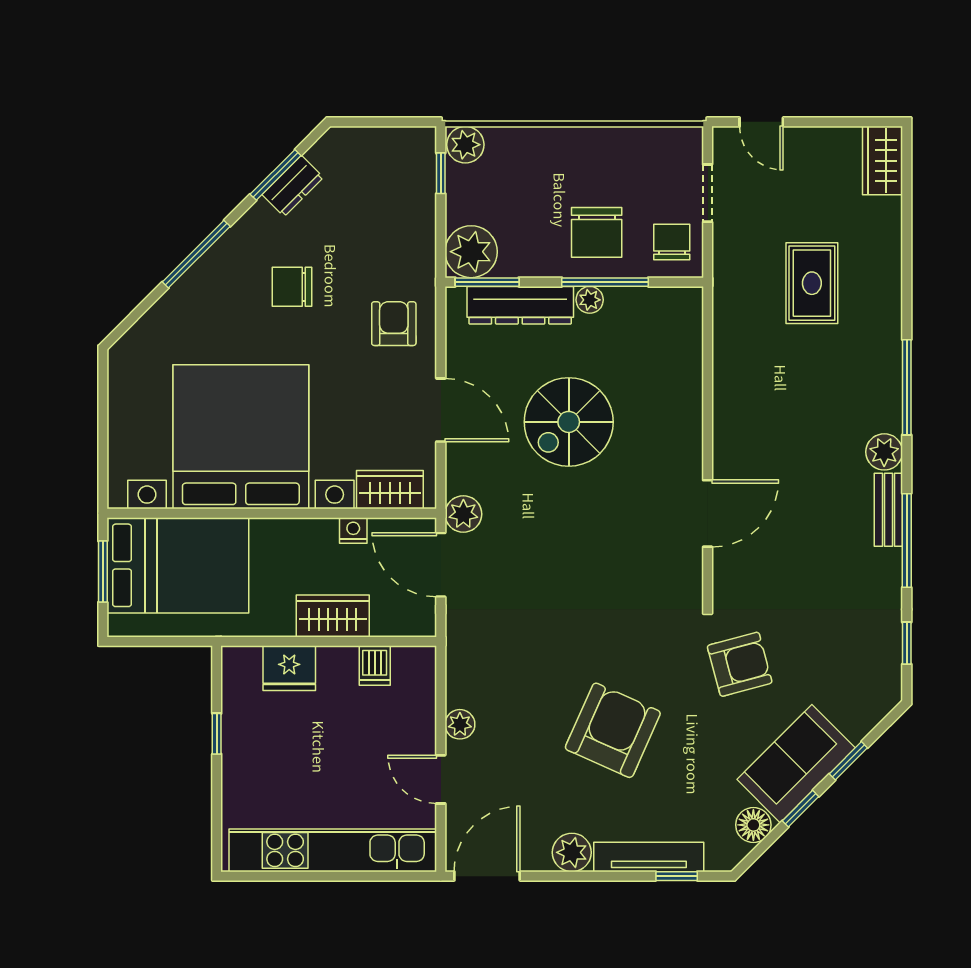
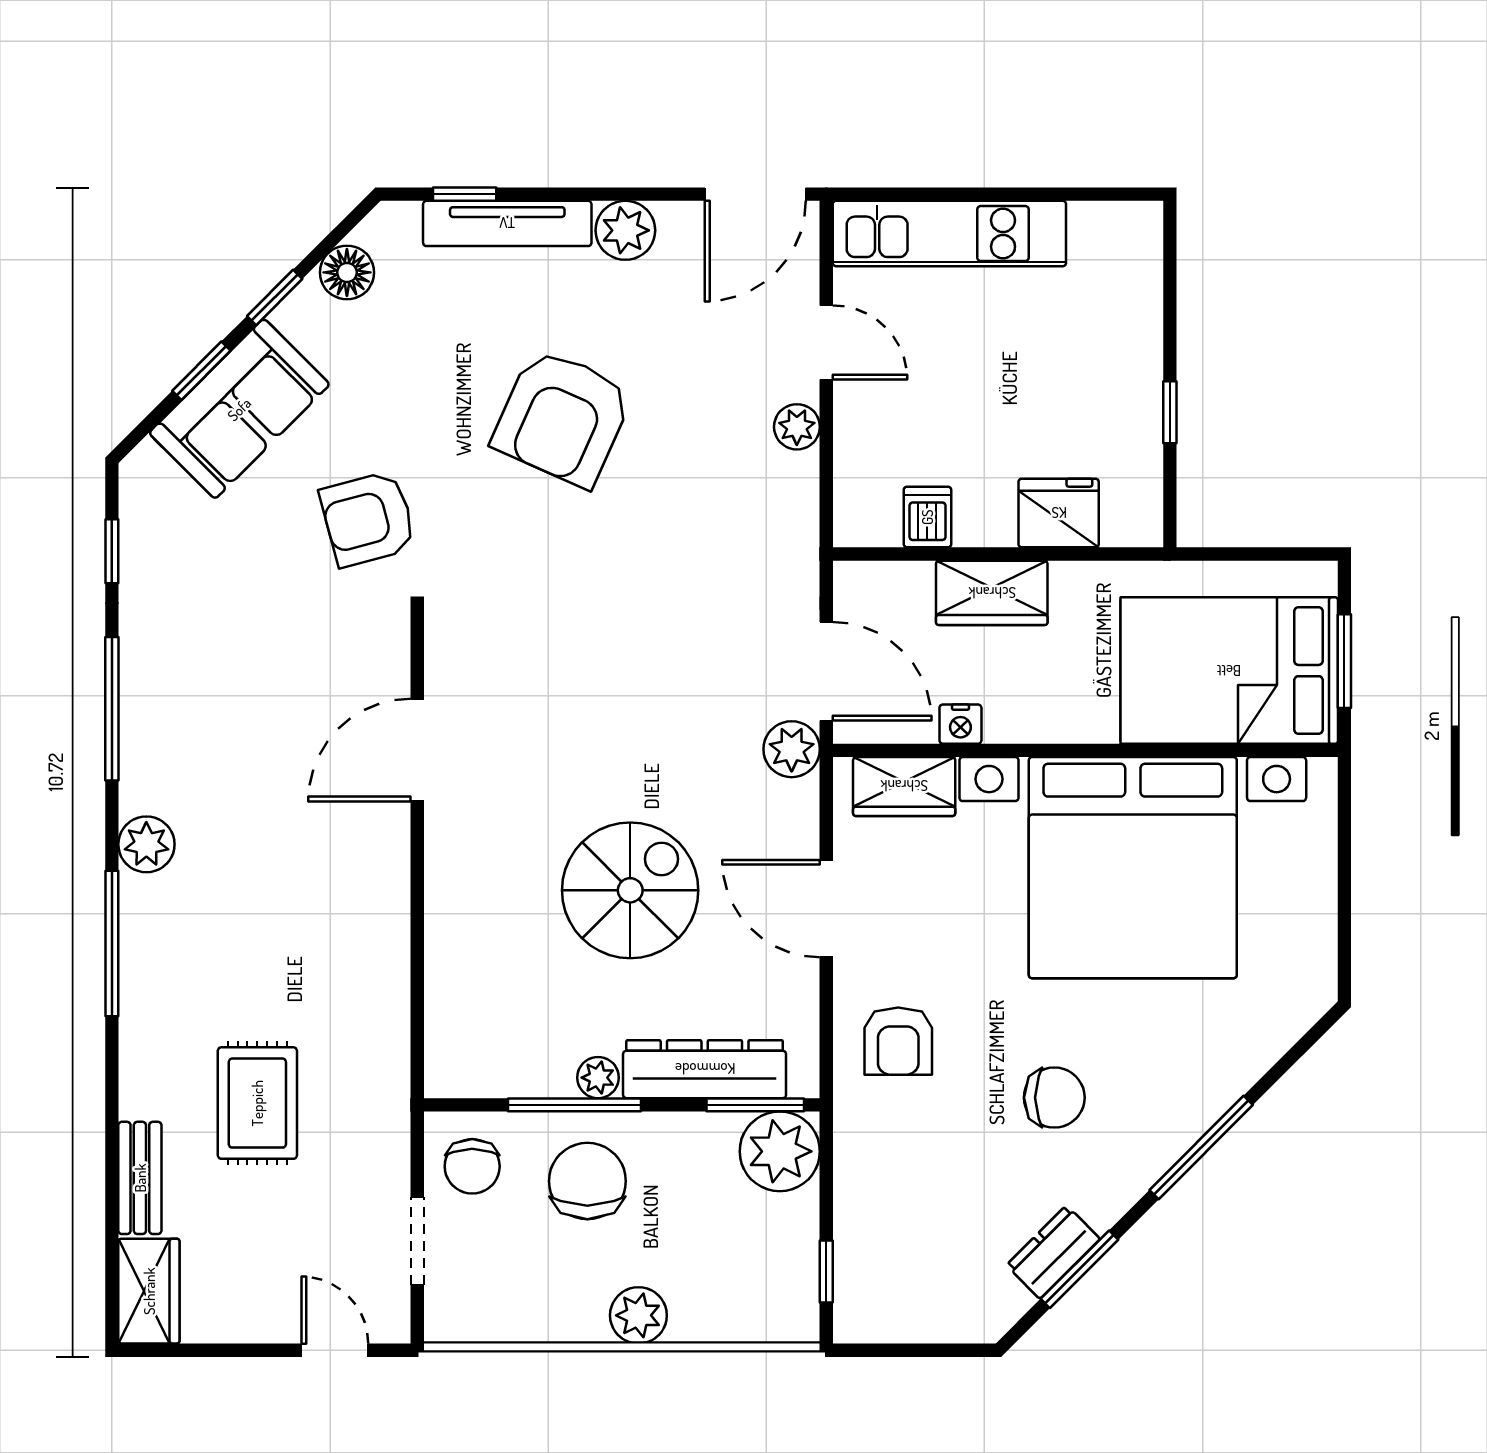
plant: (465, 145) -> (638, 1315), moved
bench: (888, 510) -> (140, 1178), moved
sofa: (796, 764) -> (239, 409), moved
kitchen unit: (333, 850) -> (949, 234), width x0.73

